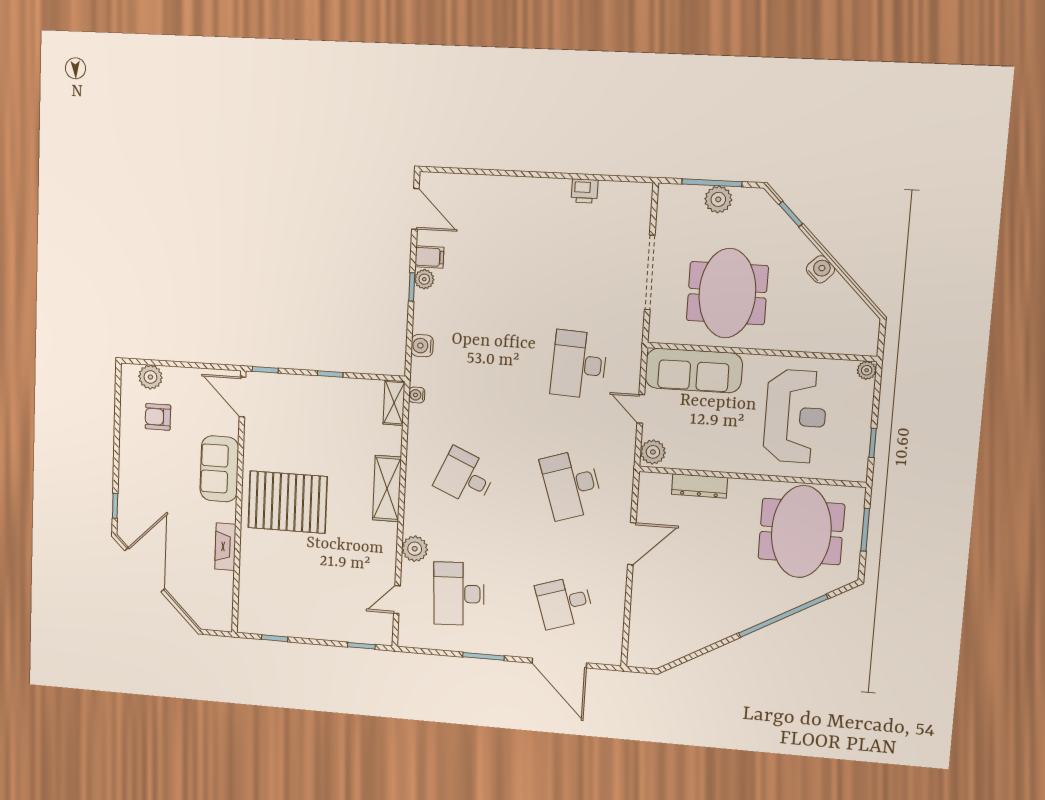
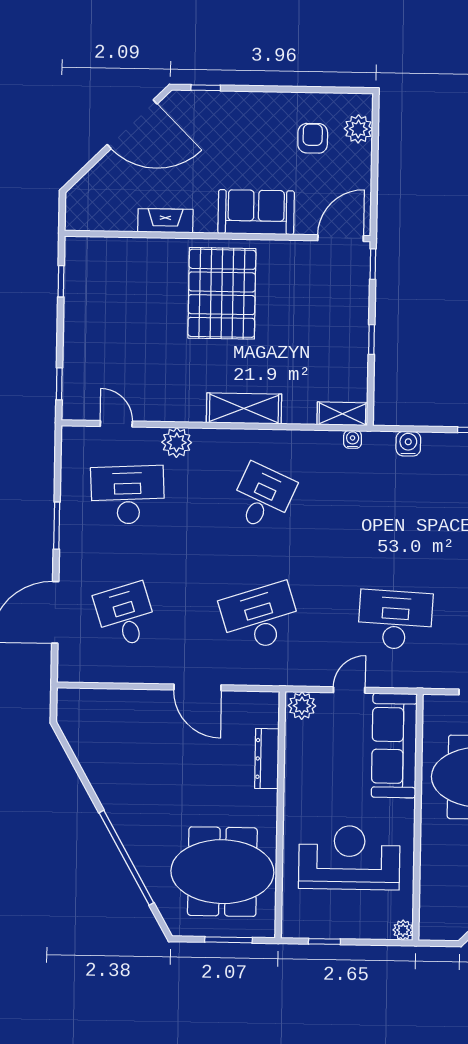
reception desk: (795, 416) -> (349, 858), turned 180

